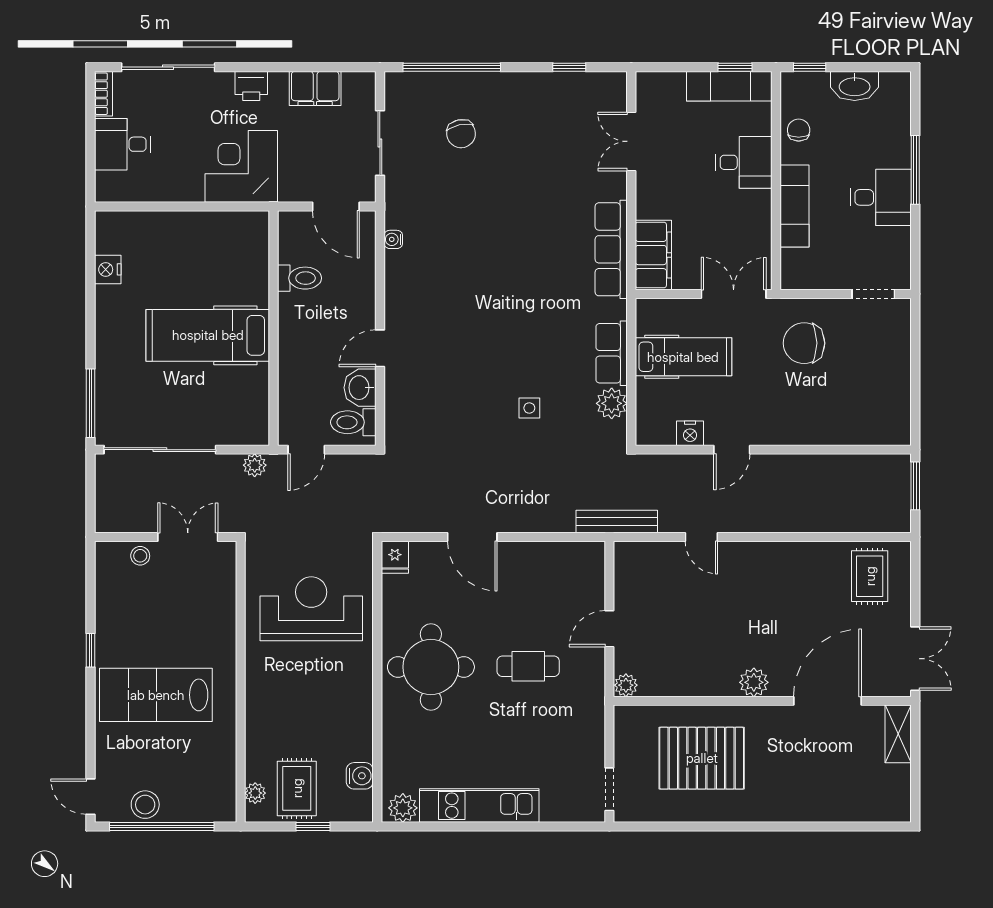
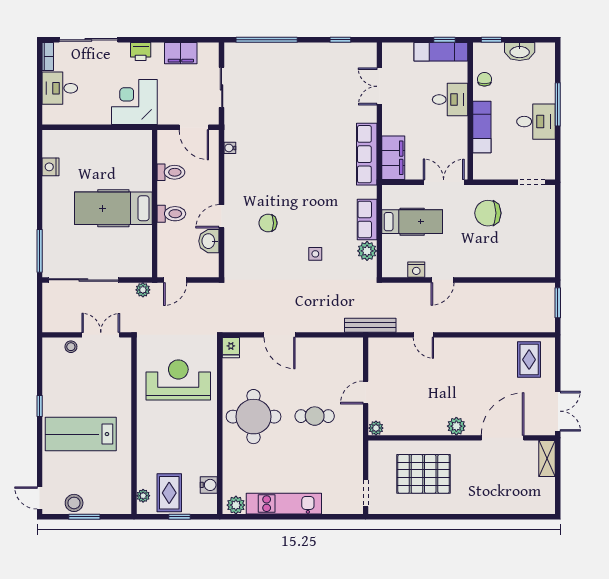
chair: (461, 134) -> (268, 223), moved, turned 102
toilet: (353, 422) -> (171, 214), moved, turned 180
window: (162, 827) -> (84, 517), width x0.47

